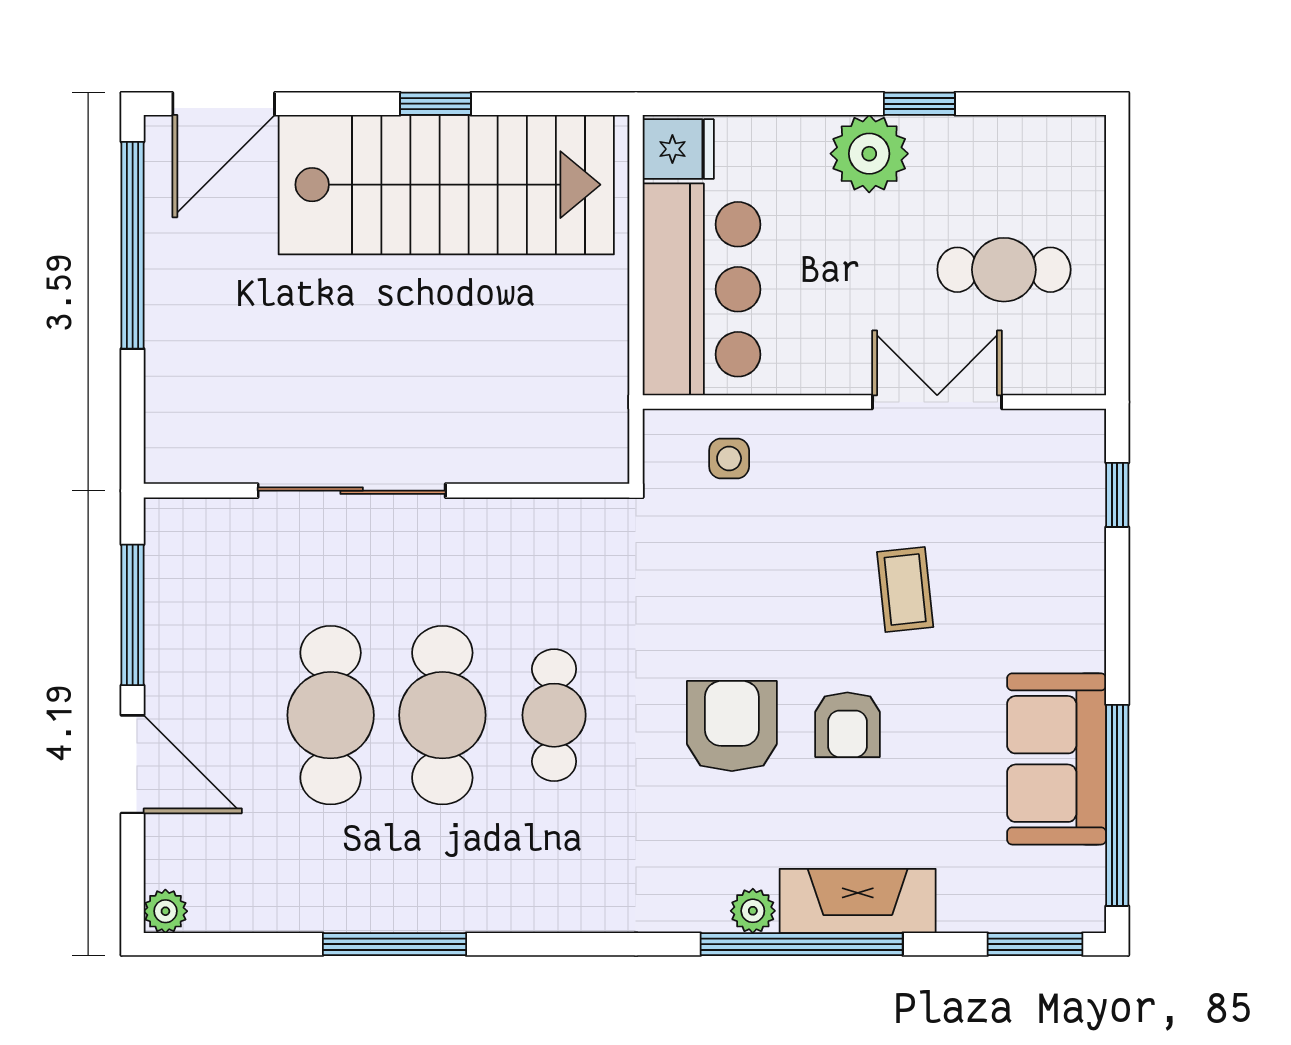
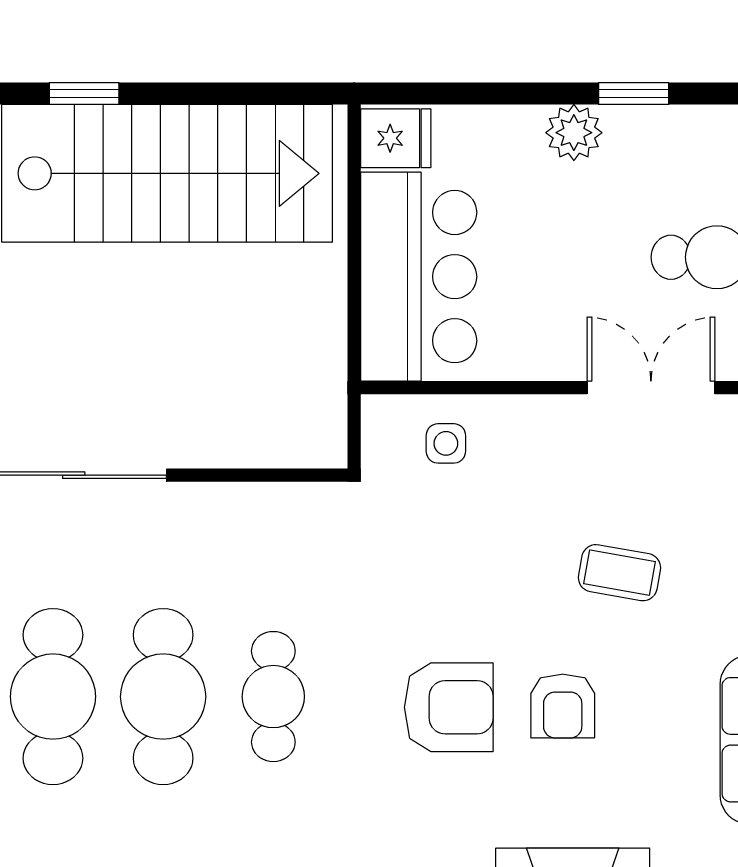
window: (436, 104) -> (84, 93), moved
plant: (869, 154) -> (574, 133), width x0.73, depth x0.73
coffee table: (905, 590) -> (619, 573), turned -74
armchair: (732, 726) -> (449, 707), turned 90

